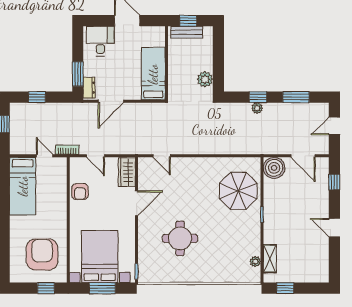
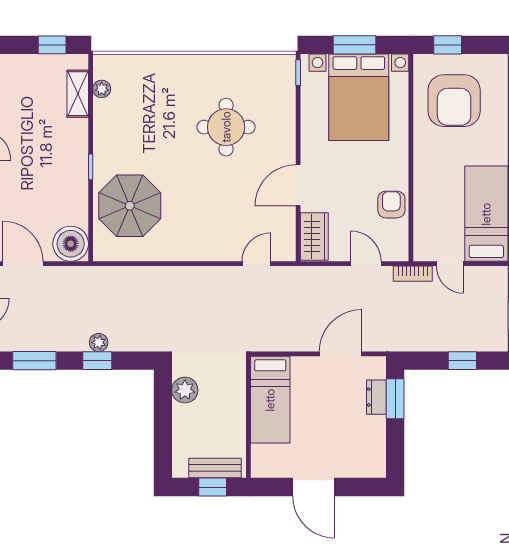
desk: (100, 41) -> (358, 453), removed
dresser: (89, 88) -> (376, 397), moved
door: (162, 156) -> (256, 264), hinge flipped

